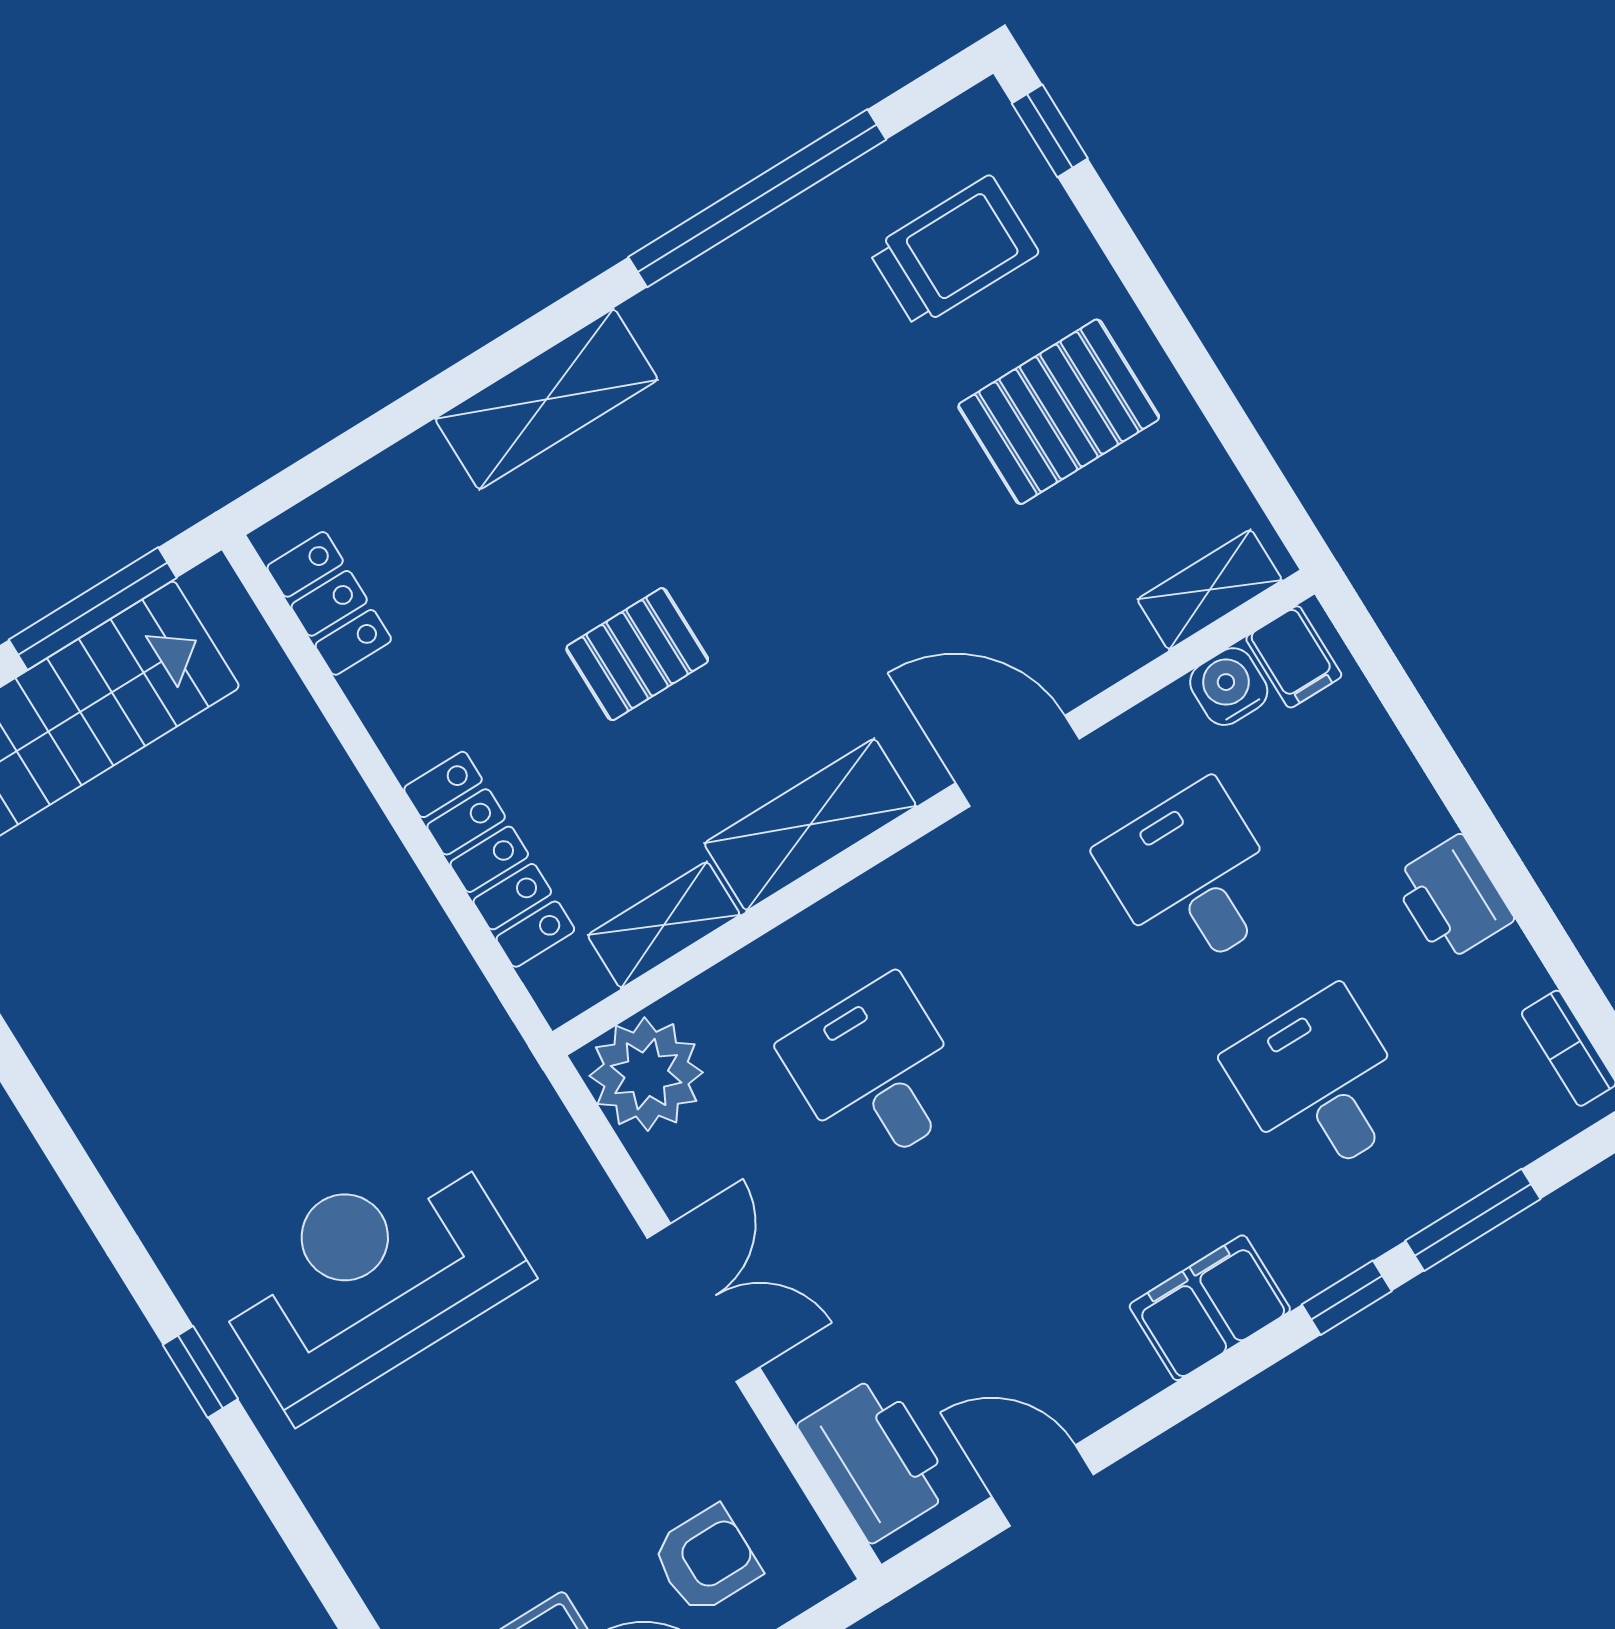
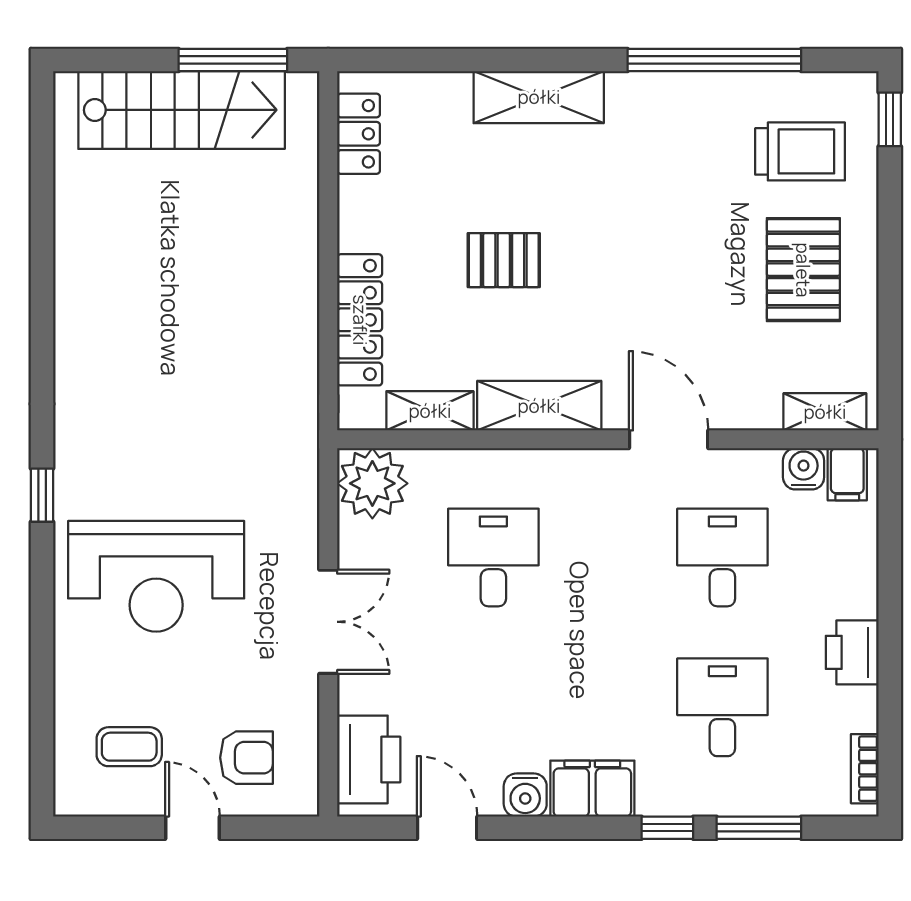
pallet: (1059, 412) -> (803, 270), turned 90
reception desk: (369, 1277) -> (156, 576), moved, turned 180
water cooler: (1123, 1374) -> (525, 795), added

